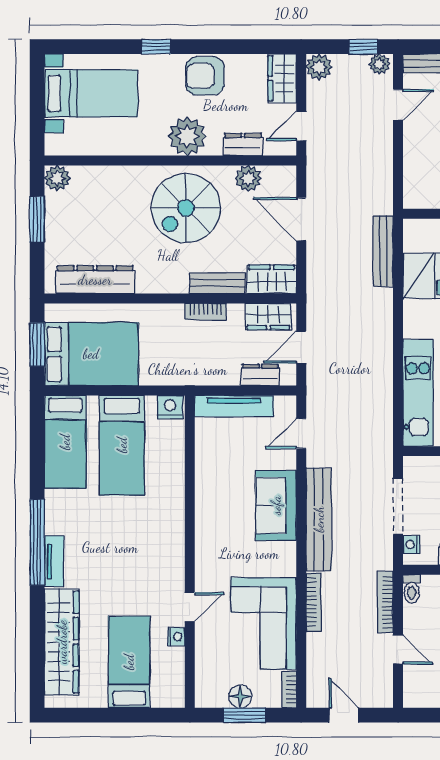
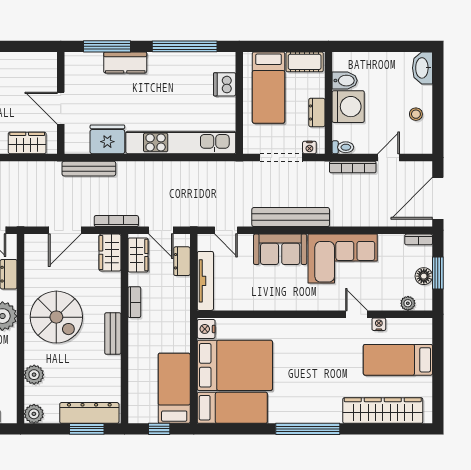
wardrobe: (417, 169) -> (27, 143), added
plant: (248, 178) -> (34, 375), moved
window: (37, 219) -> (87, 429), moved
dresser: (95, 280) -> (89, 413), moved, turned 90
bench: (217, 283) -> (113, 333), moved
window: (37, 345) -> (159, 429), width x0.67
bed: (91, 354) -> (174, 388), width x0.67
kitchen unit: (418, 393) -> (181, 142), width x1.36
bed: (122, 445) -> (235, 365), width x1.50
tv unit: (54, 561) -> (322, 416), removed
bookcase: (314, 602) -> (116, 221), moved
corner sofa: (264, 623) -> (343, 259), moved
plant: (204, 675) -> (408, 303), added
door: (344, 715) -> (438, 198), width x1.88

